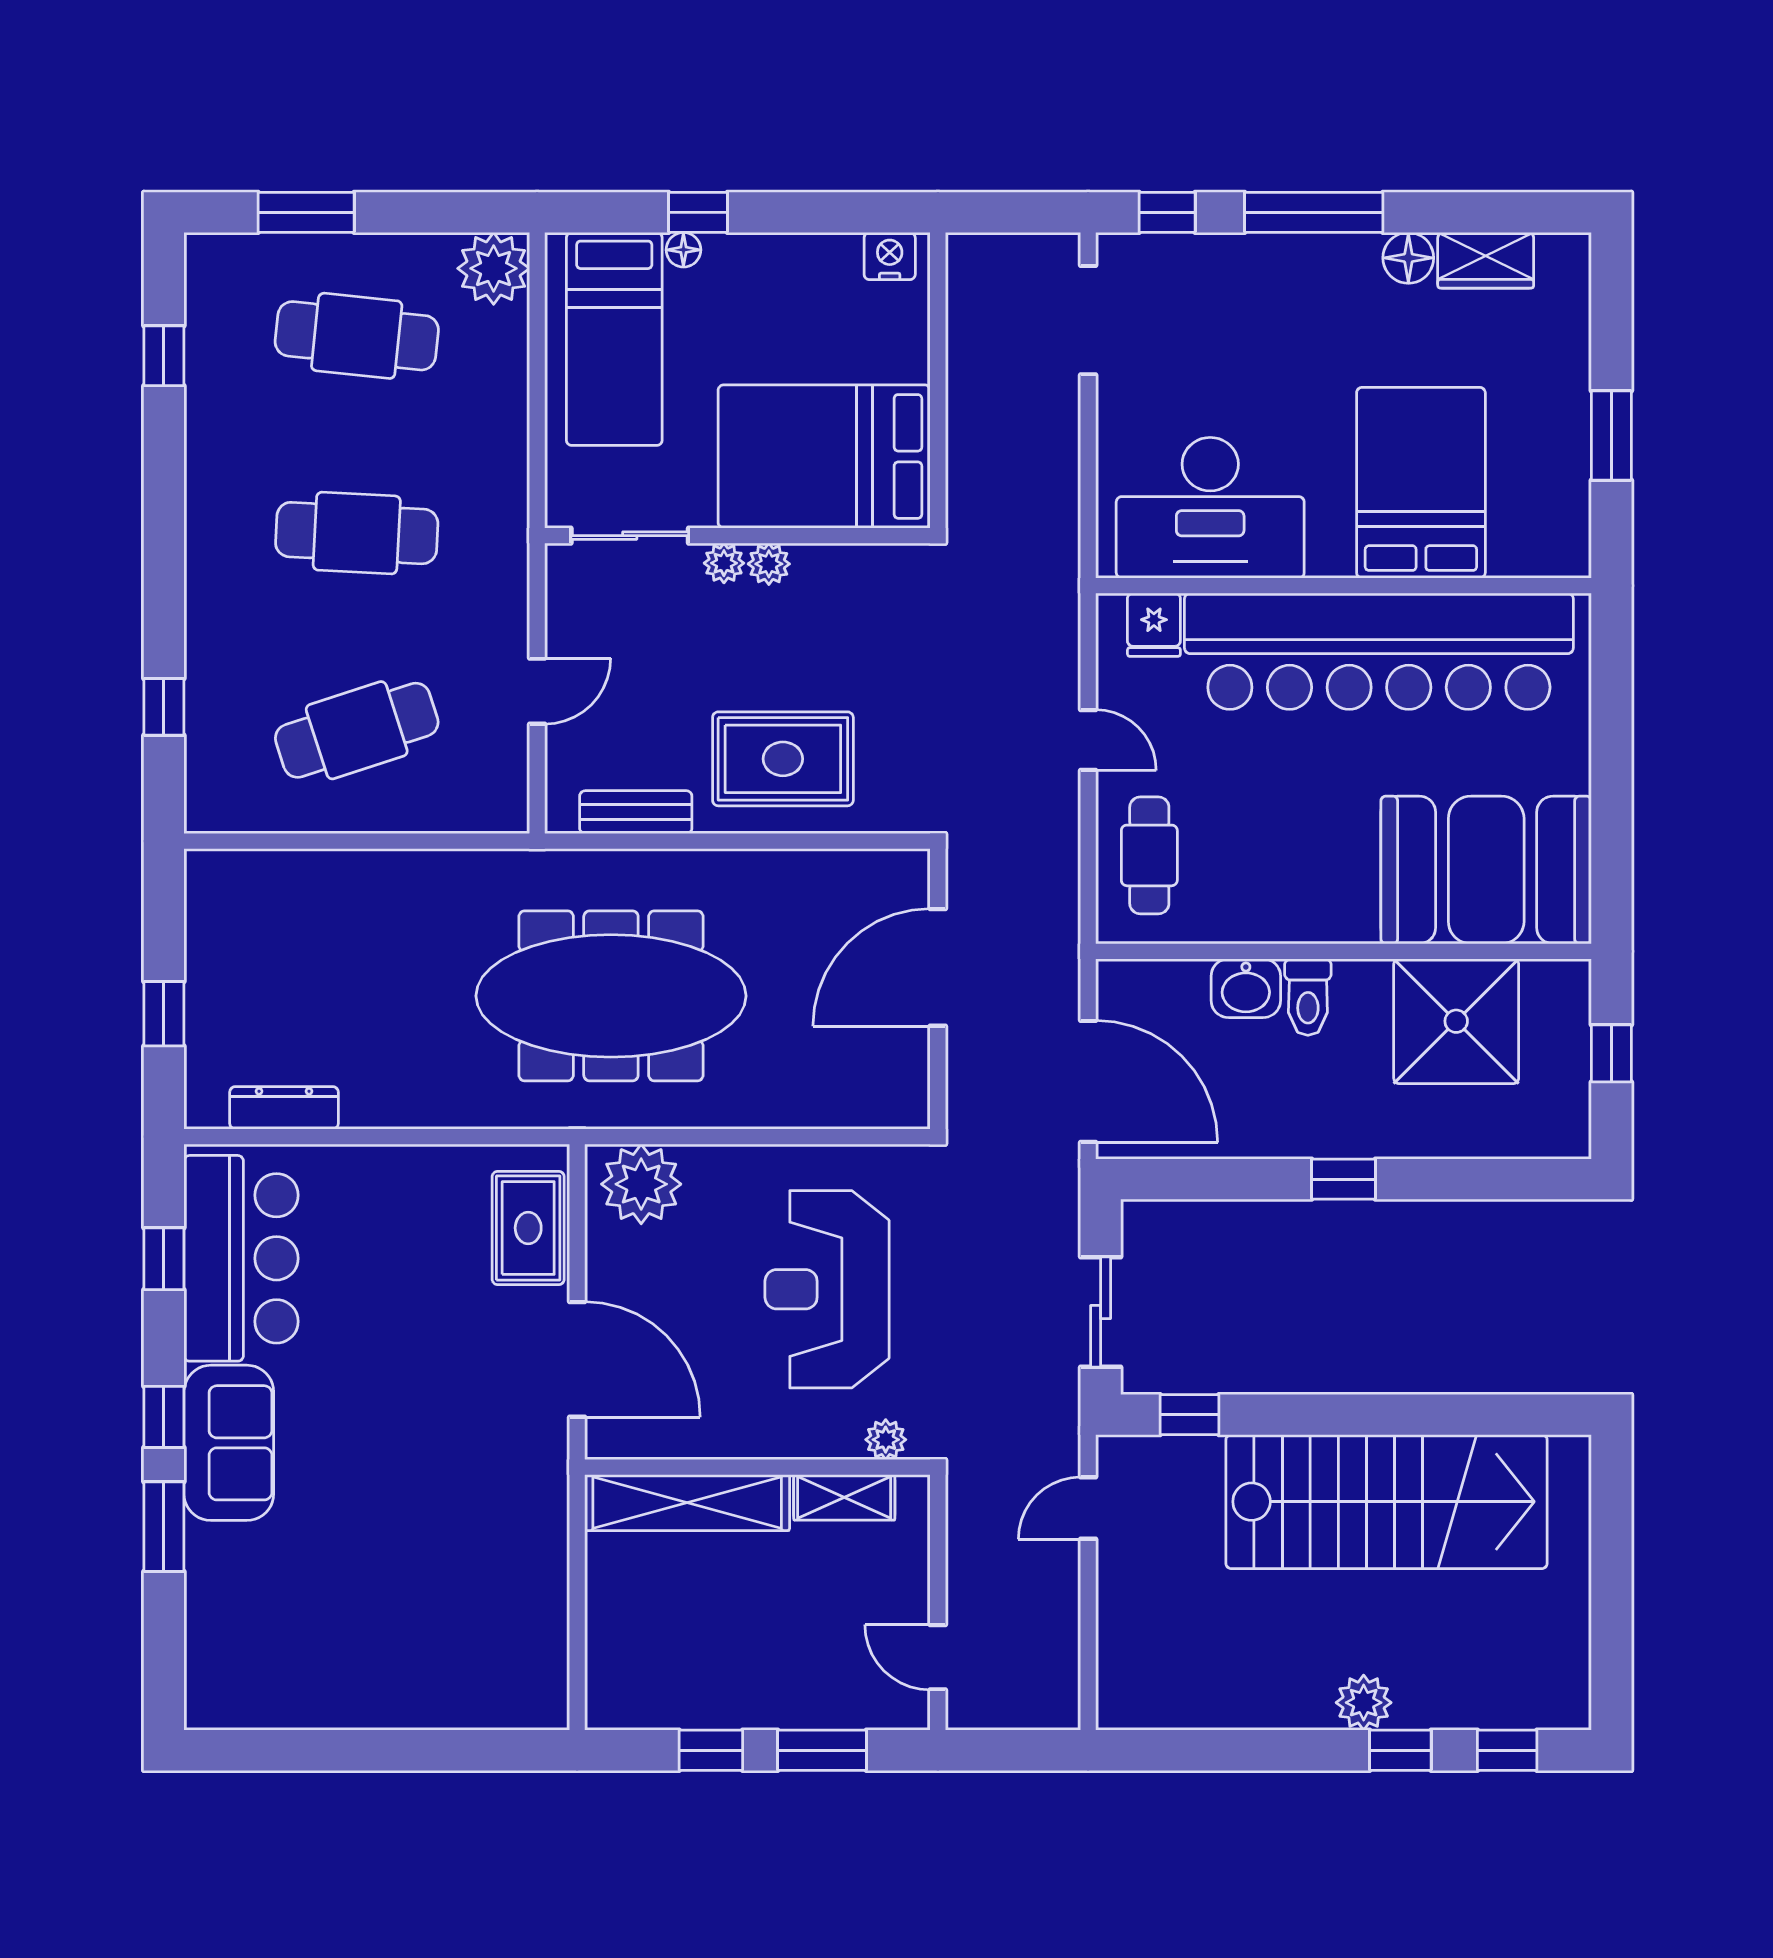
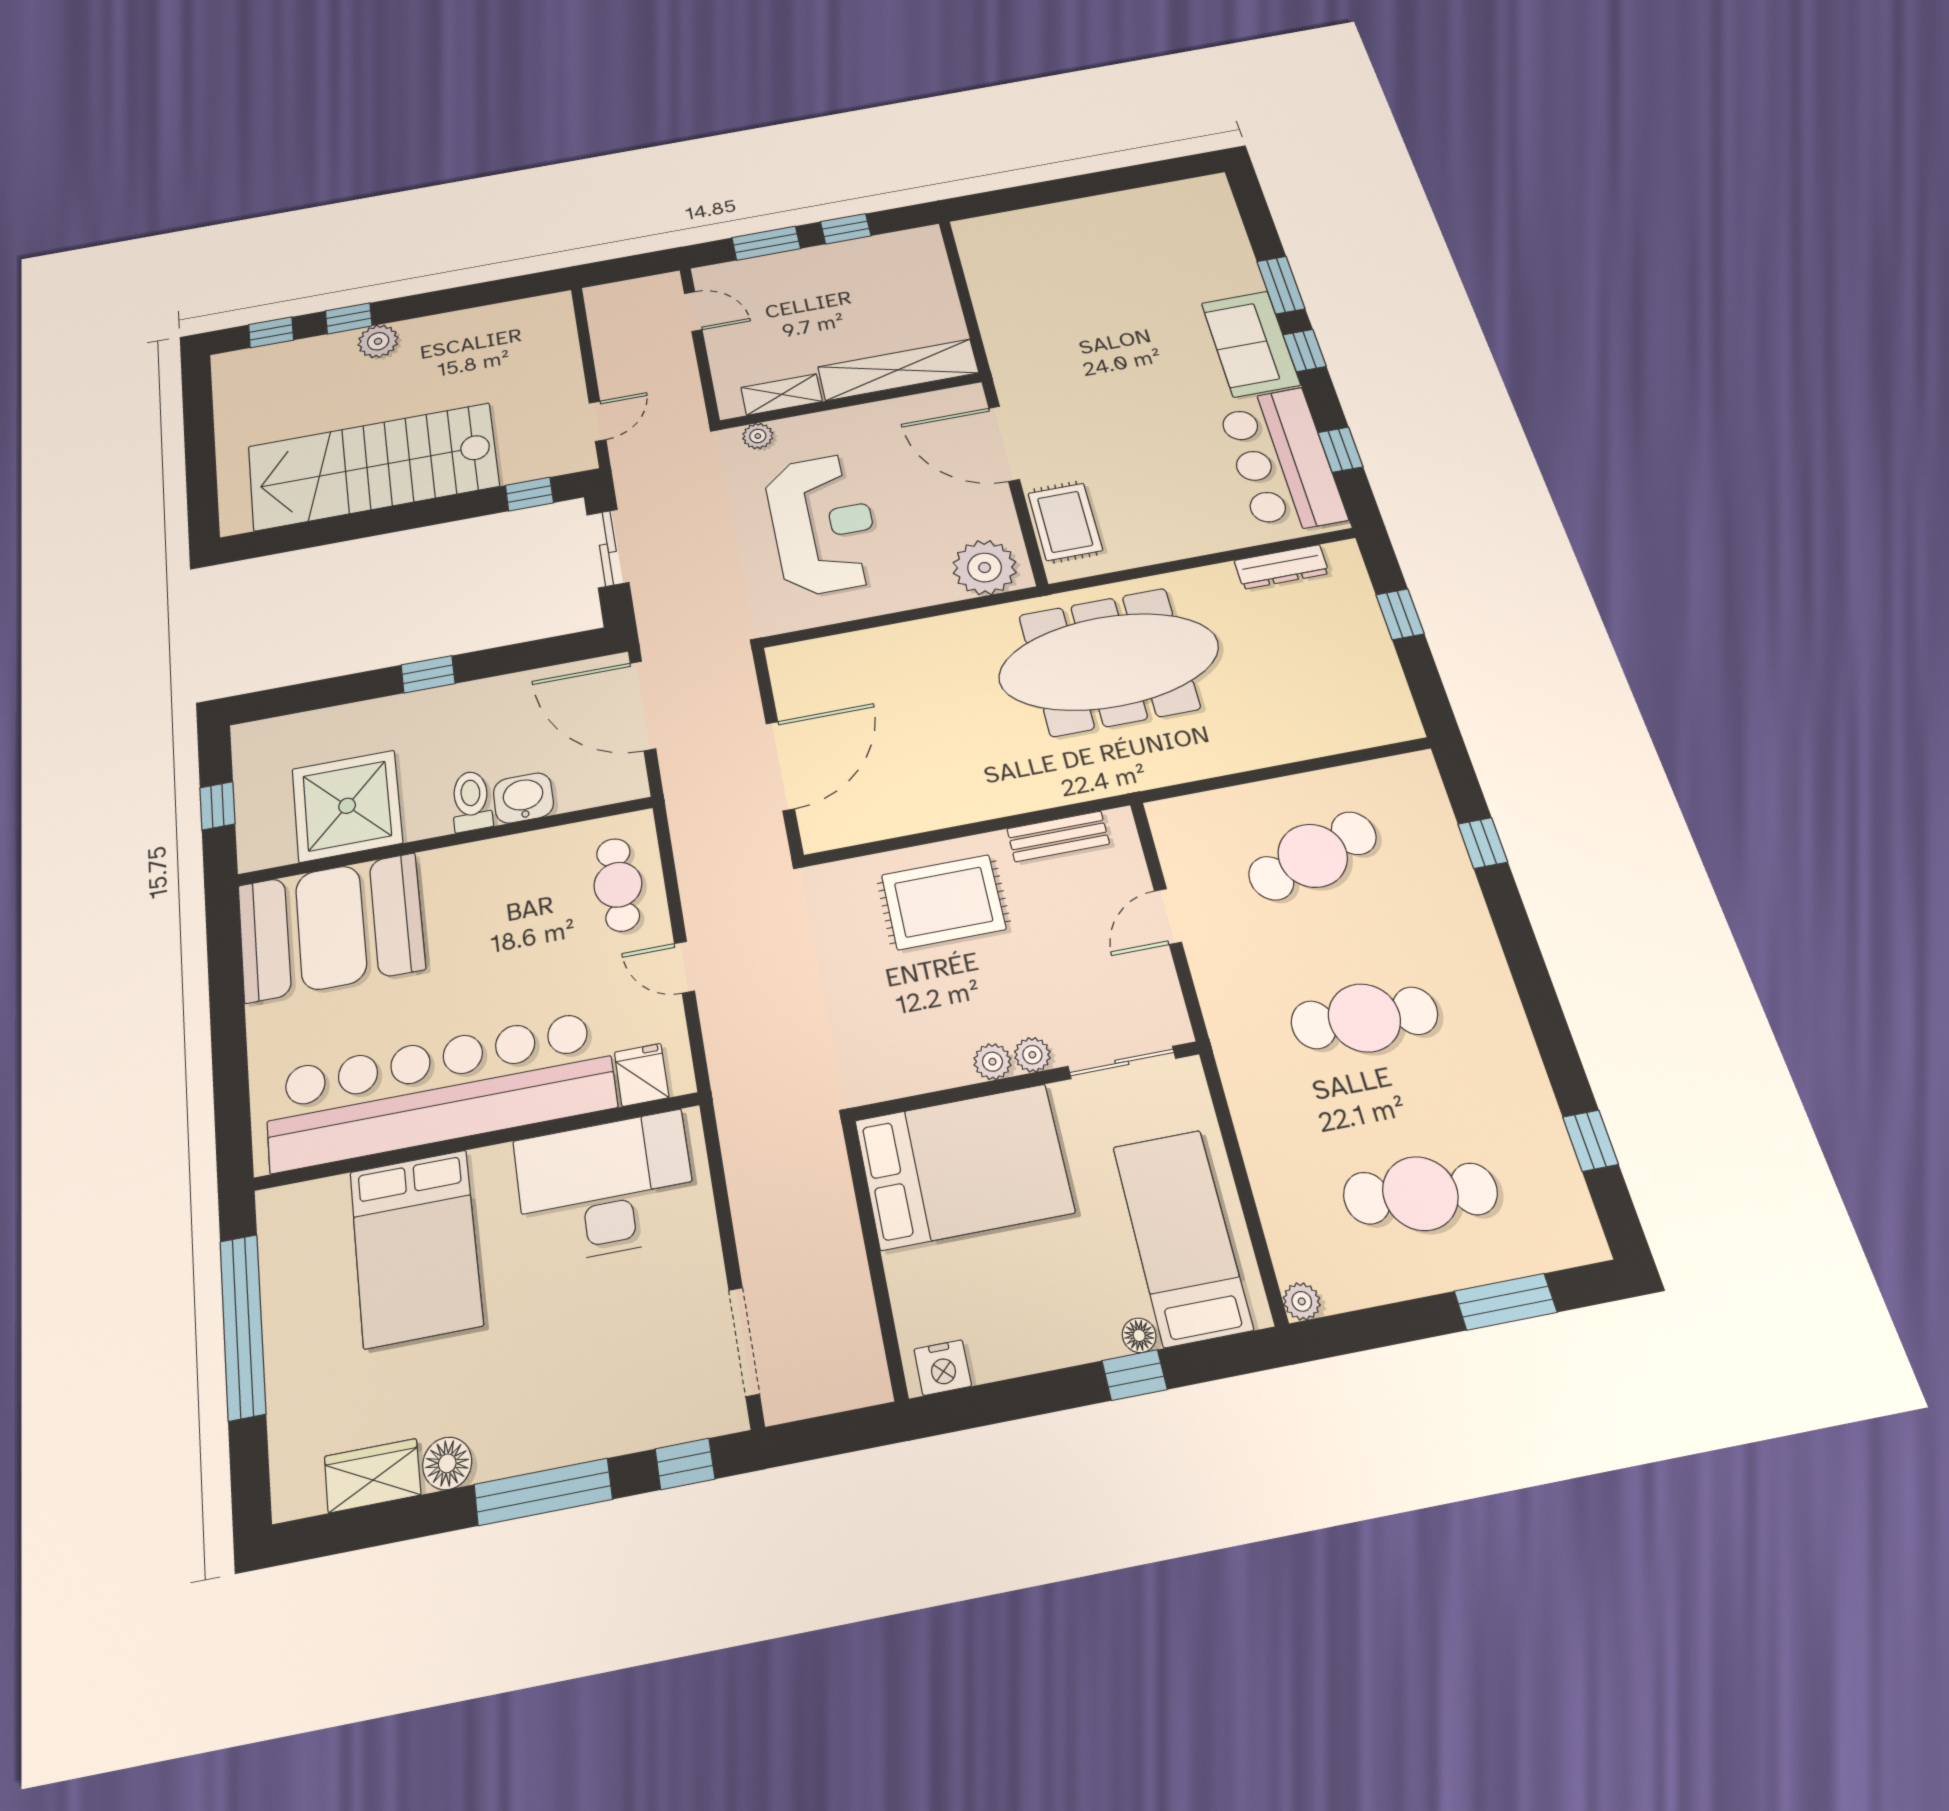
plant: (494, 268) -> (1302, 1301), width x0.53, depth x0.53
window: (1611, 435) -> (243, 1326), width x2.11
meeting table: (611, 996) -> (1109, 662), moved

